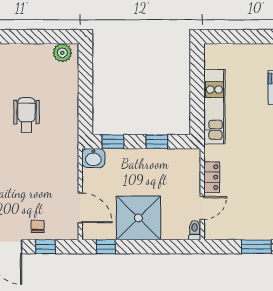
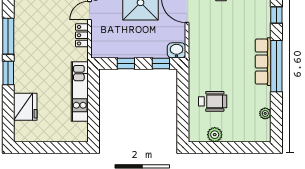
plant: (62, 53) -> (215, 135), moved
wheelchair: (26, 115) -> (213, 101), moved, turned -90

